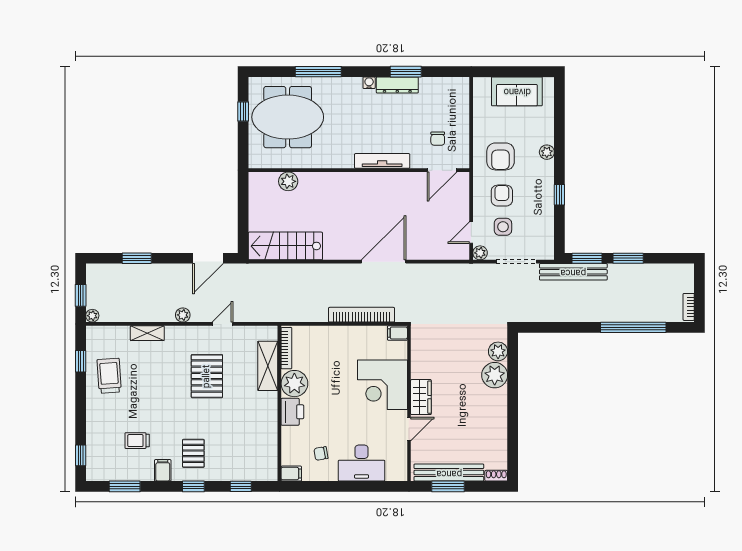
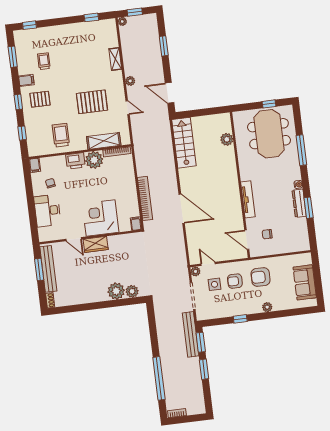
armchair: (502, 196) -> (235, 281), turned 180
trolley: (109, 376) -> (61, 135), moved, turned -86

